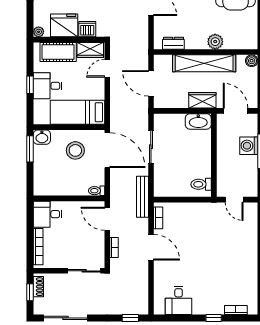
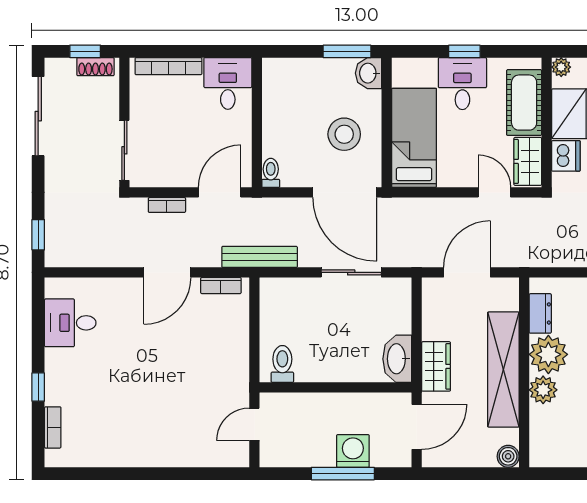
plant: (196, 39) -> (548, 354), added
door: (107, 150) -> (345, 192), hinge flipped

